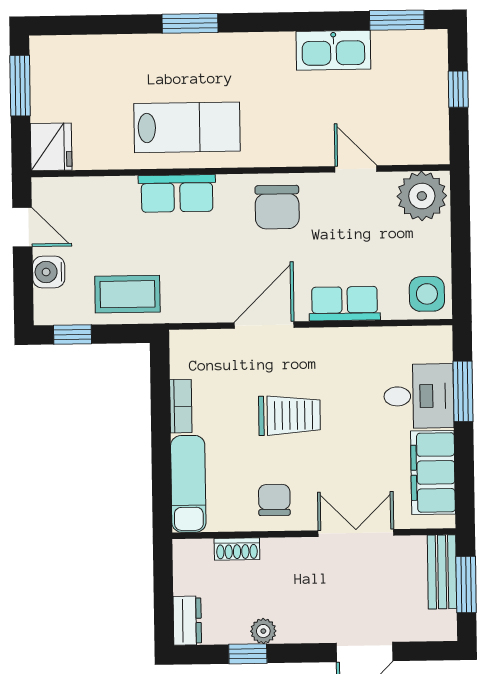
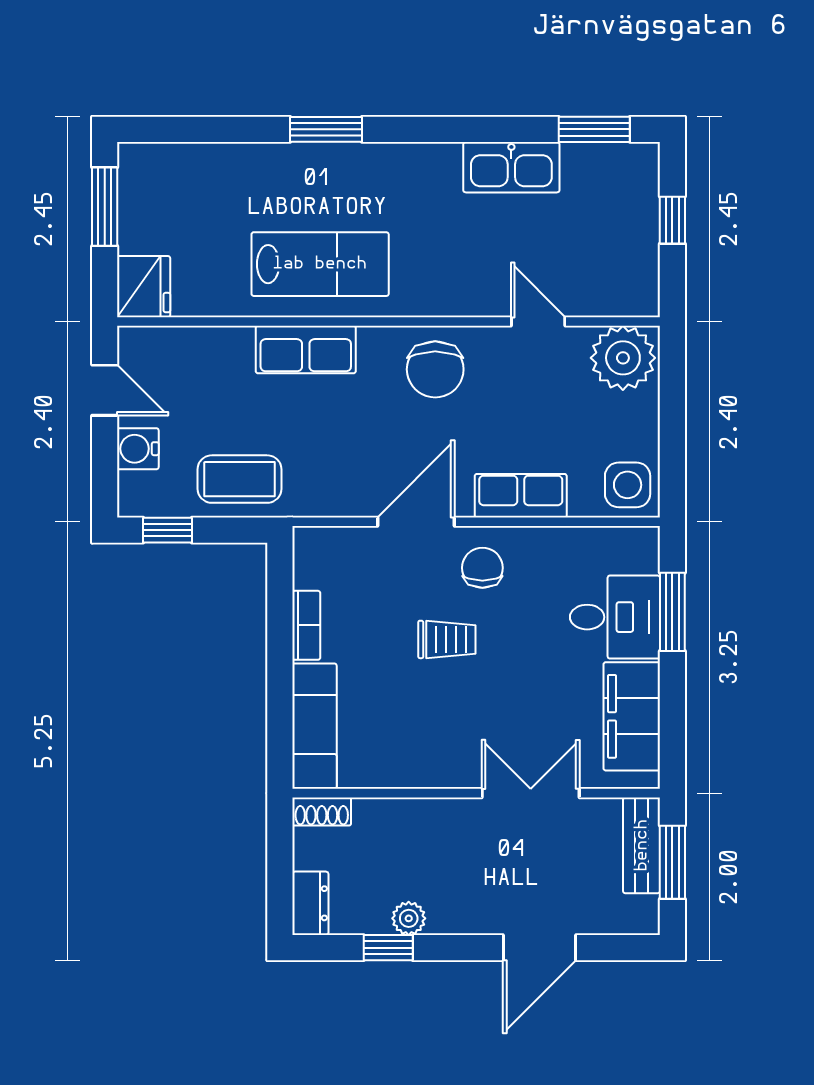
trolley: (289, 415) -> (447, 639), width x0.73, depth x0.72
chair: (274, 500) -> (482, 568), moved
shoe rack: (237, 549) -> (322, 812), moved

